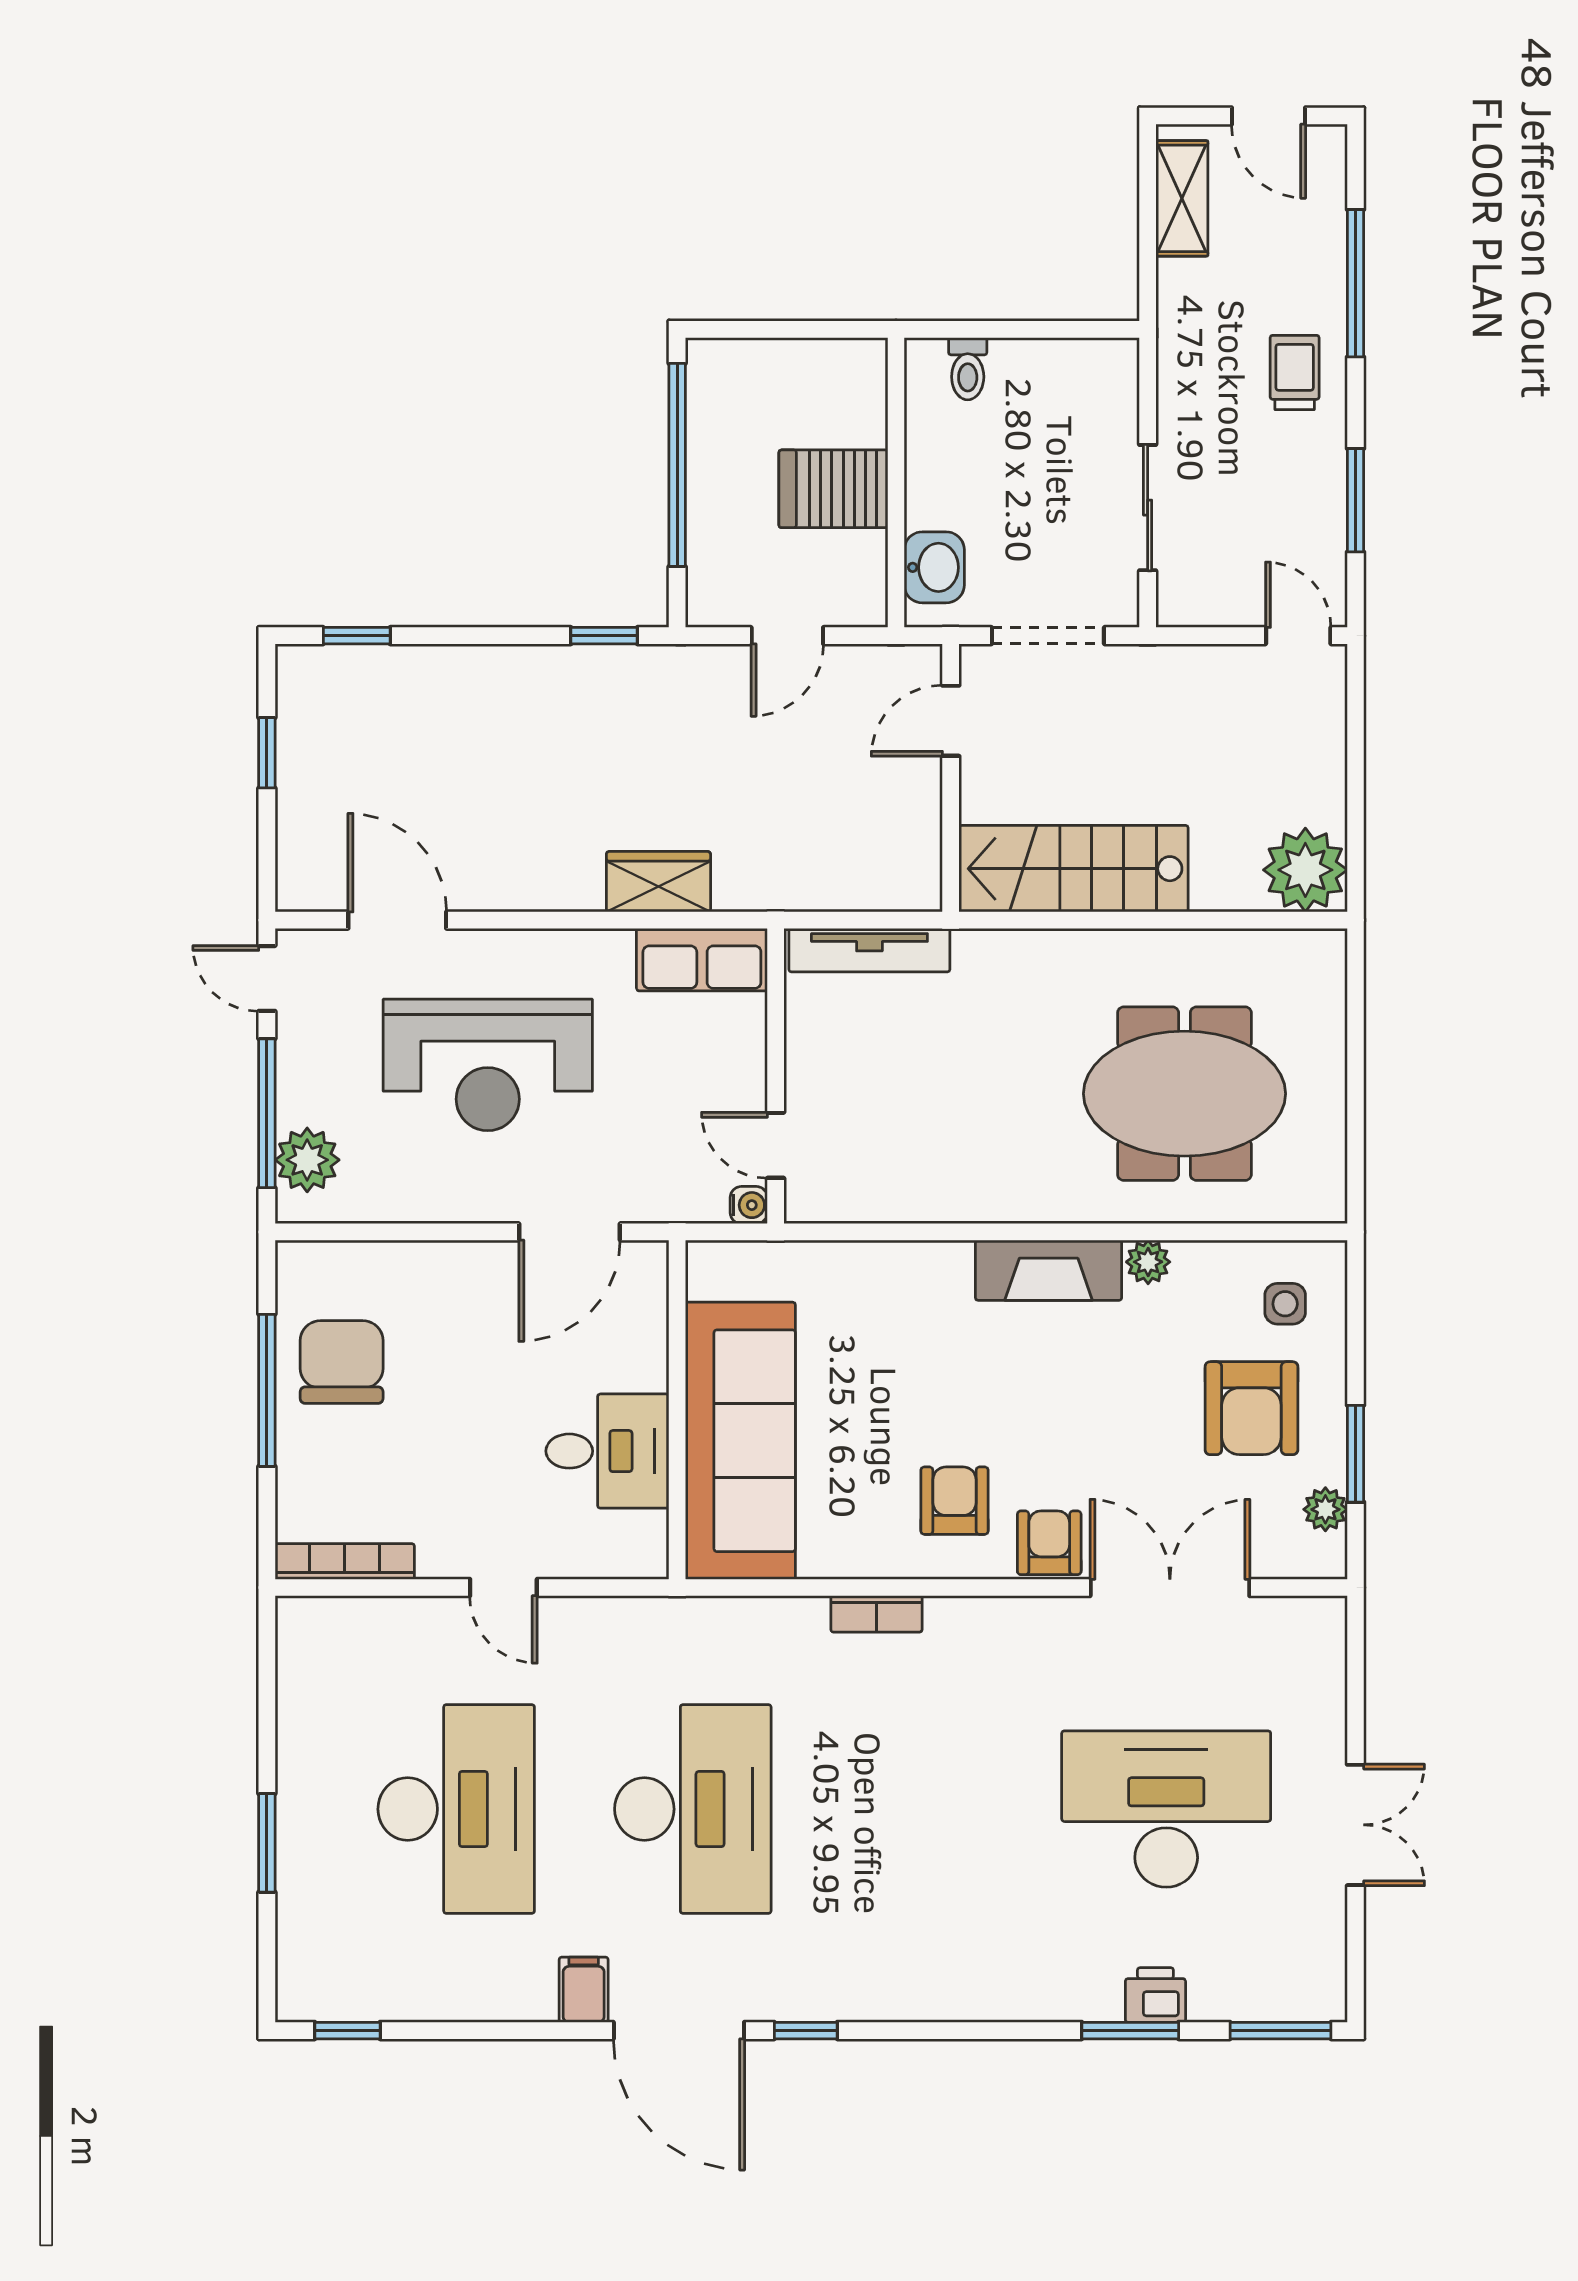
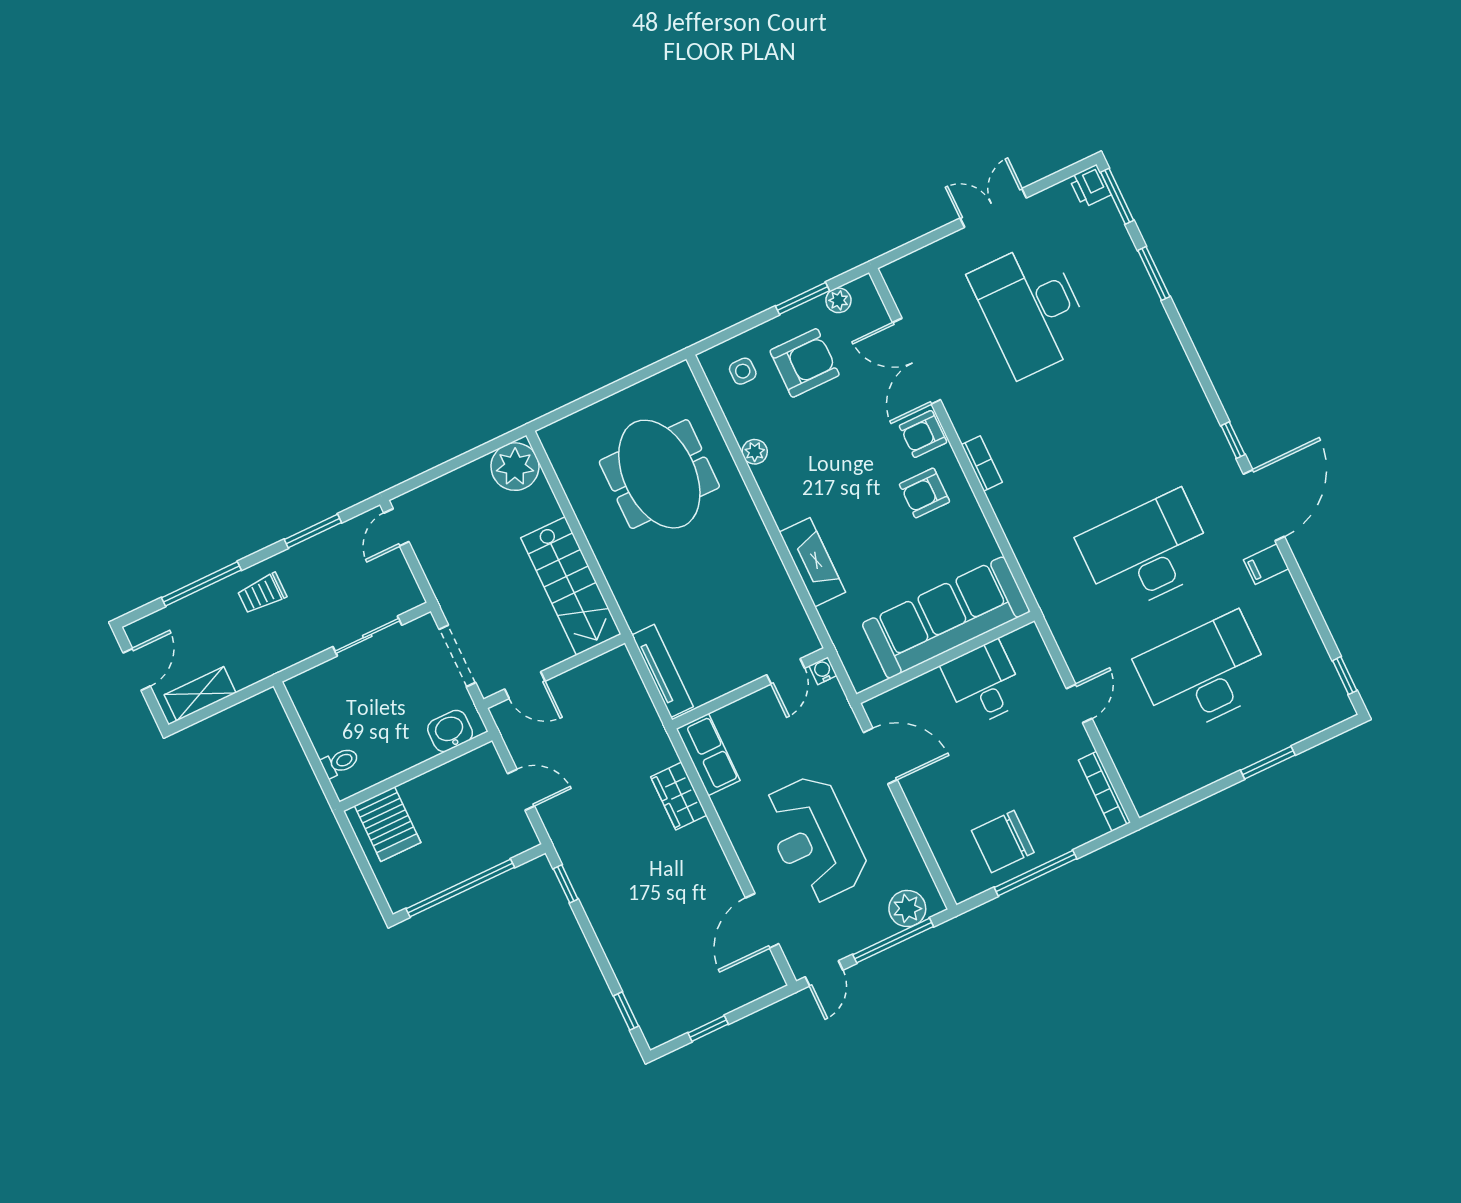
server rack: (833, 489) -> (388, 824), moved
reception desk: (488, 1065) -> (815, 839), turned 180
fireplace: (1049, 1270) -> (812, 562), moved
bookcase: (876, 1614) -> (982, 463), moved
printer: (1155, 1995) -> (1090, 186), moved

